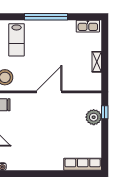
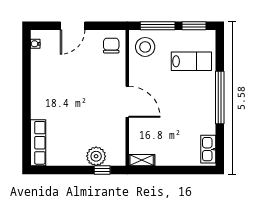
lab bench: (17, 40) -> (191, 61), turned 180
shelving: (97, 62) -> (142, 160), moved

